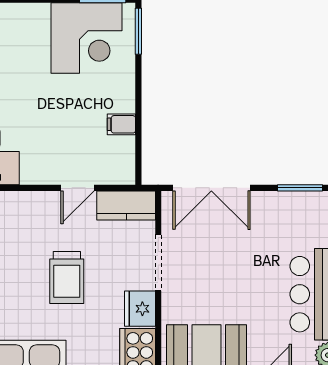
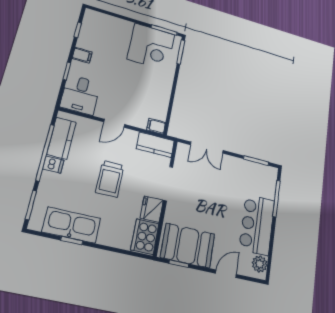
filing cabinet: (121, 124) -> (156, 126), moved
door: (78, 188) -> (114, 123), moved
double door: (211, 188) -> (207, 148), width x0.73

